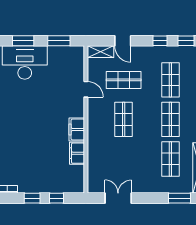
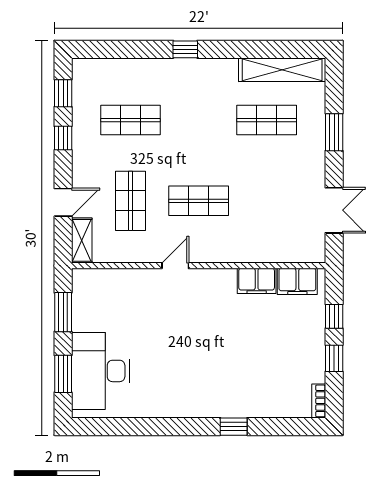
door: (86, 89) -> (175, 266), moved
shop shelf: (170, 119) -> (199, 120), removed
filing cabinet: (77, 129) -> (297, 281), moved
double door: (118, 198) -> (334, 210), swing flipped
window: (180, 198) -> (334, 132), moved

